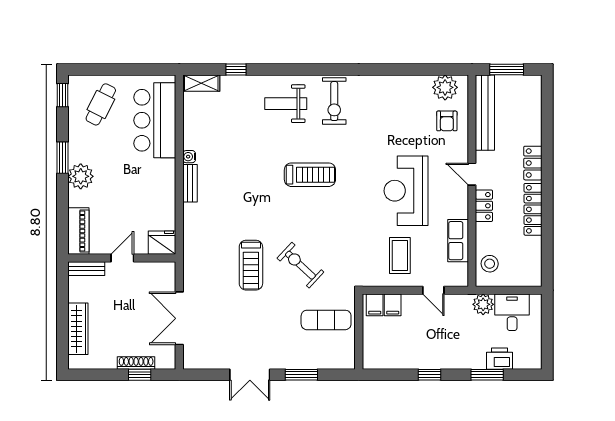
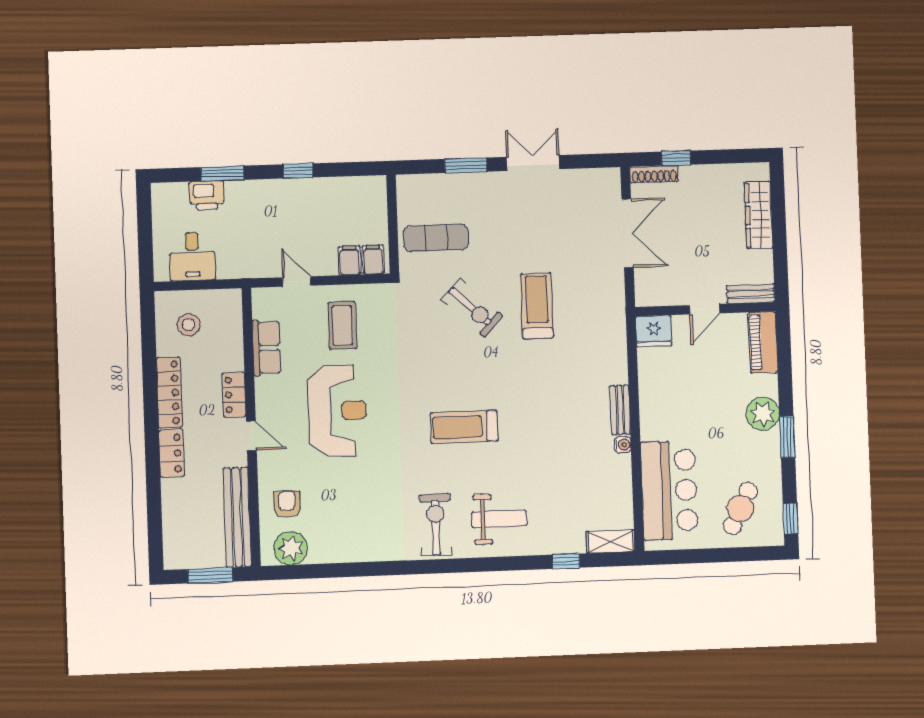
stool: (490, 264) -> (189, 325), moved
plant: (483, 304) -> (231, 265), removed
shoe rack: (136, 363) -> (654, 174), moved

